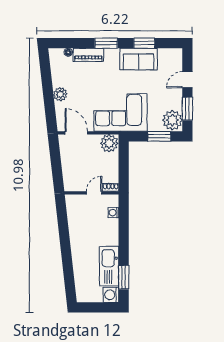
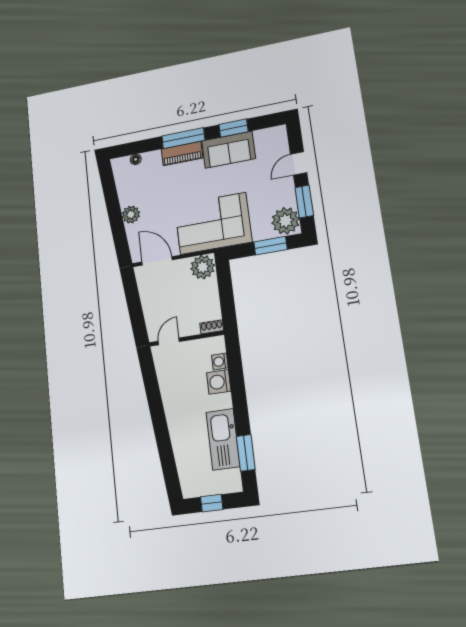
window: (106, 43) -> (183, 138), width x1.44
piano: (88, 55) -> (182, 154), moved
door: (94, 193) -> (169, 341), moved
washing machine: (111, 295) -> (219, 382), moved
window: (96, 307) -> (212, 503), added

